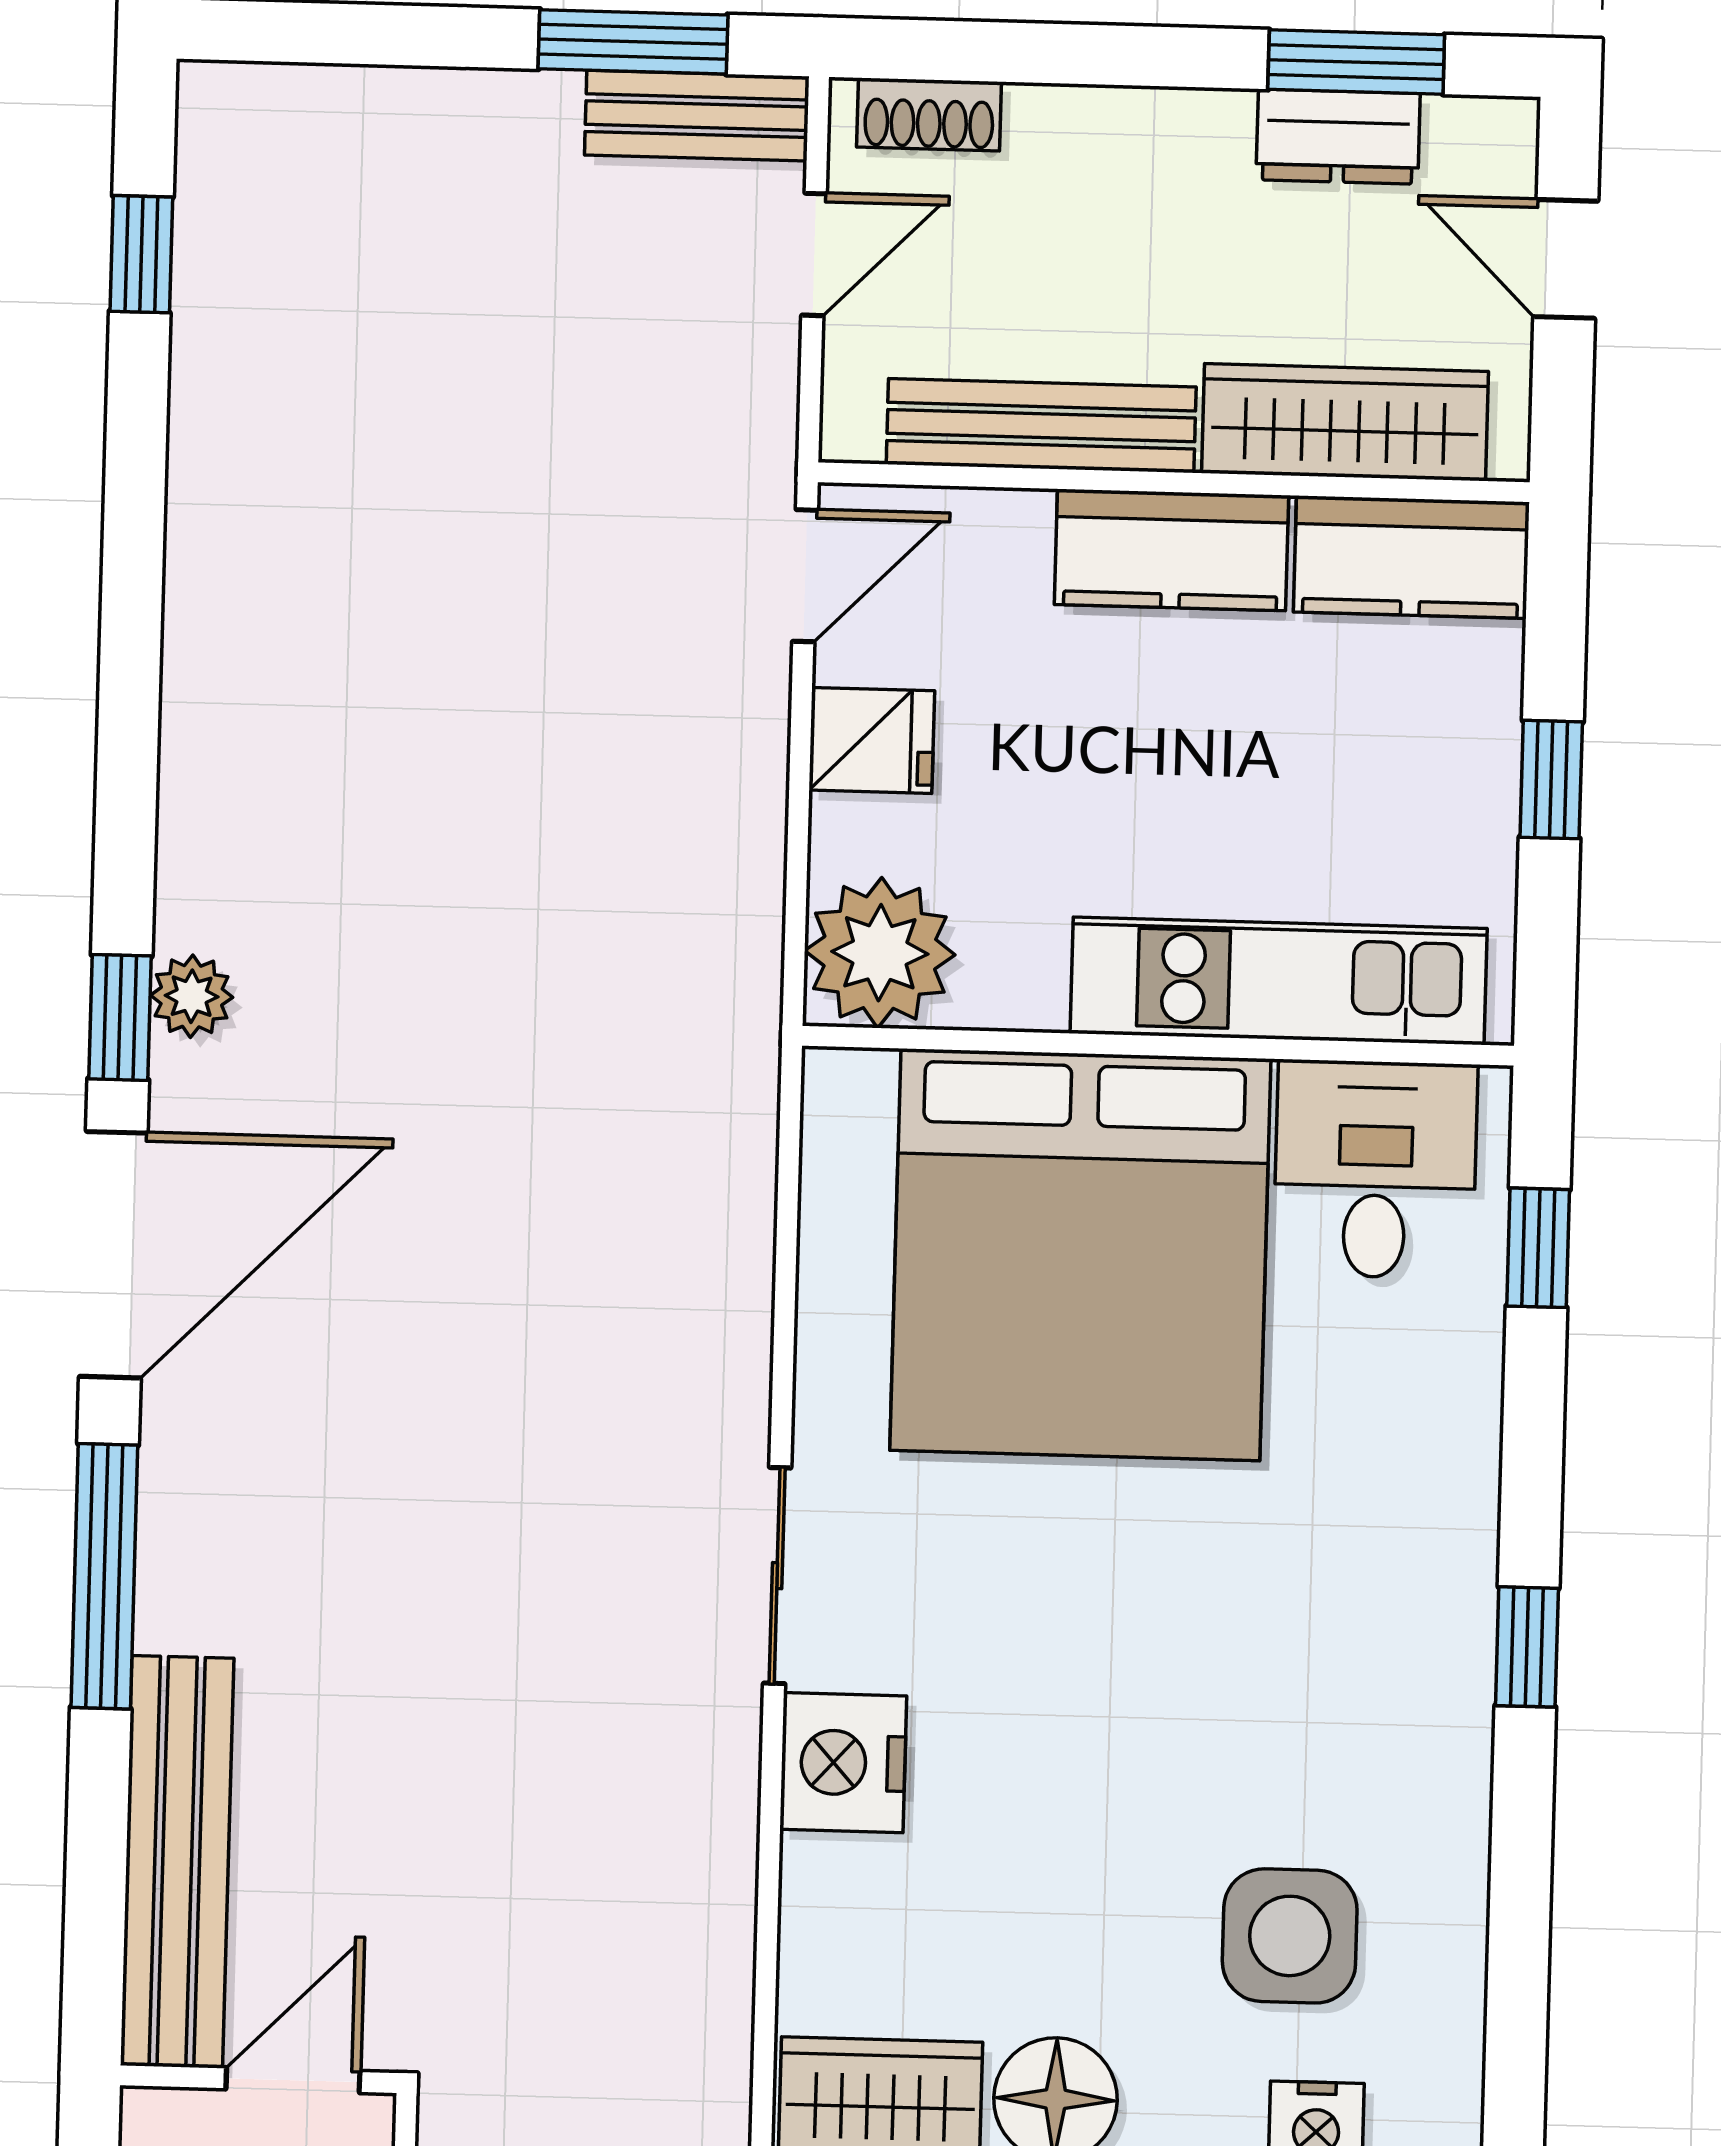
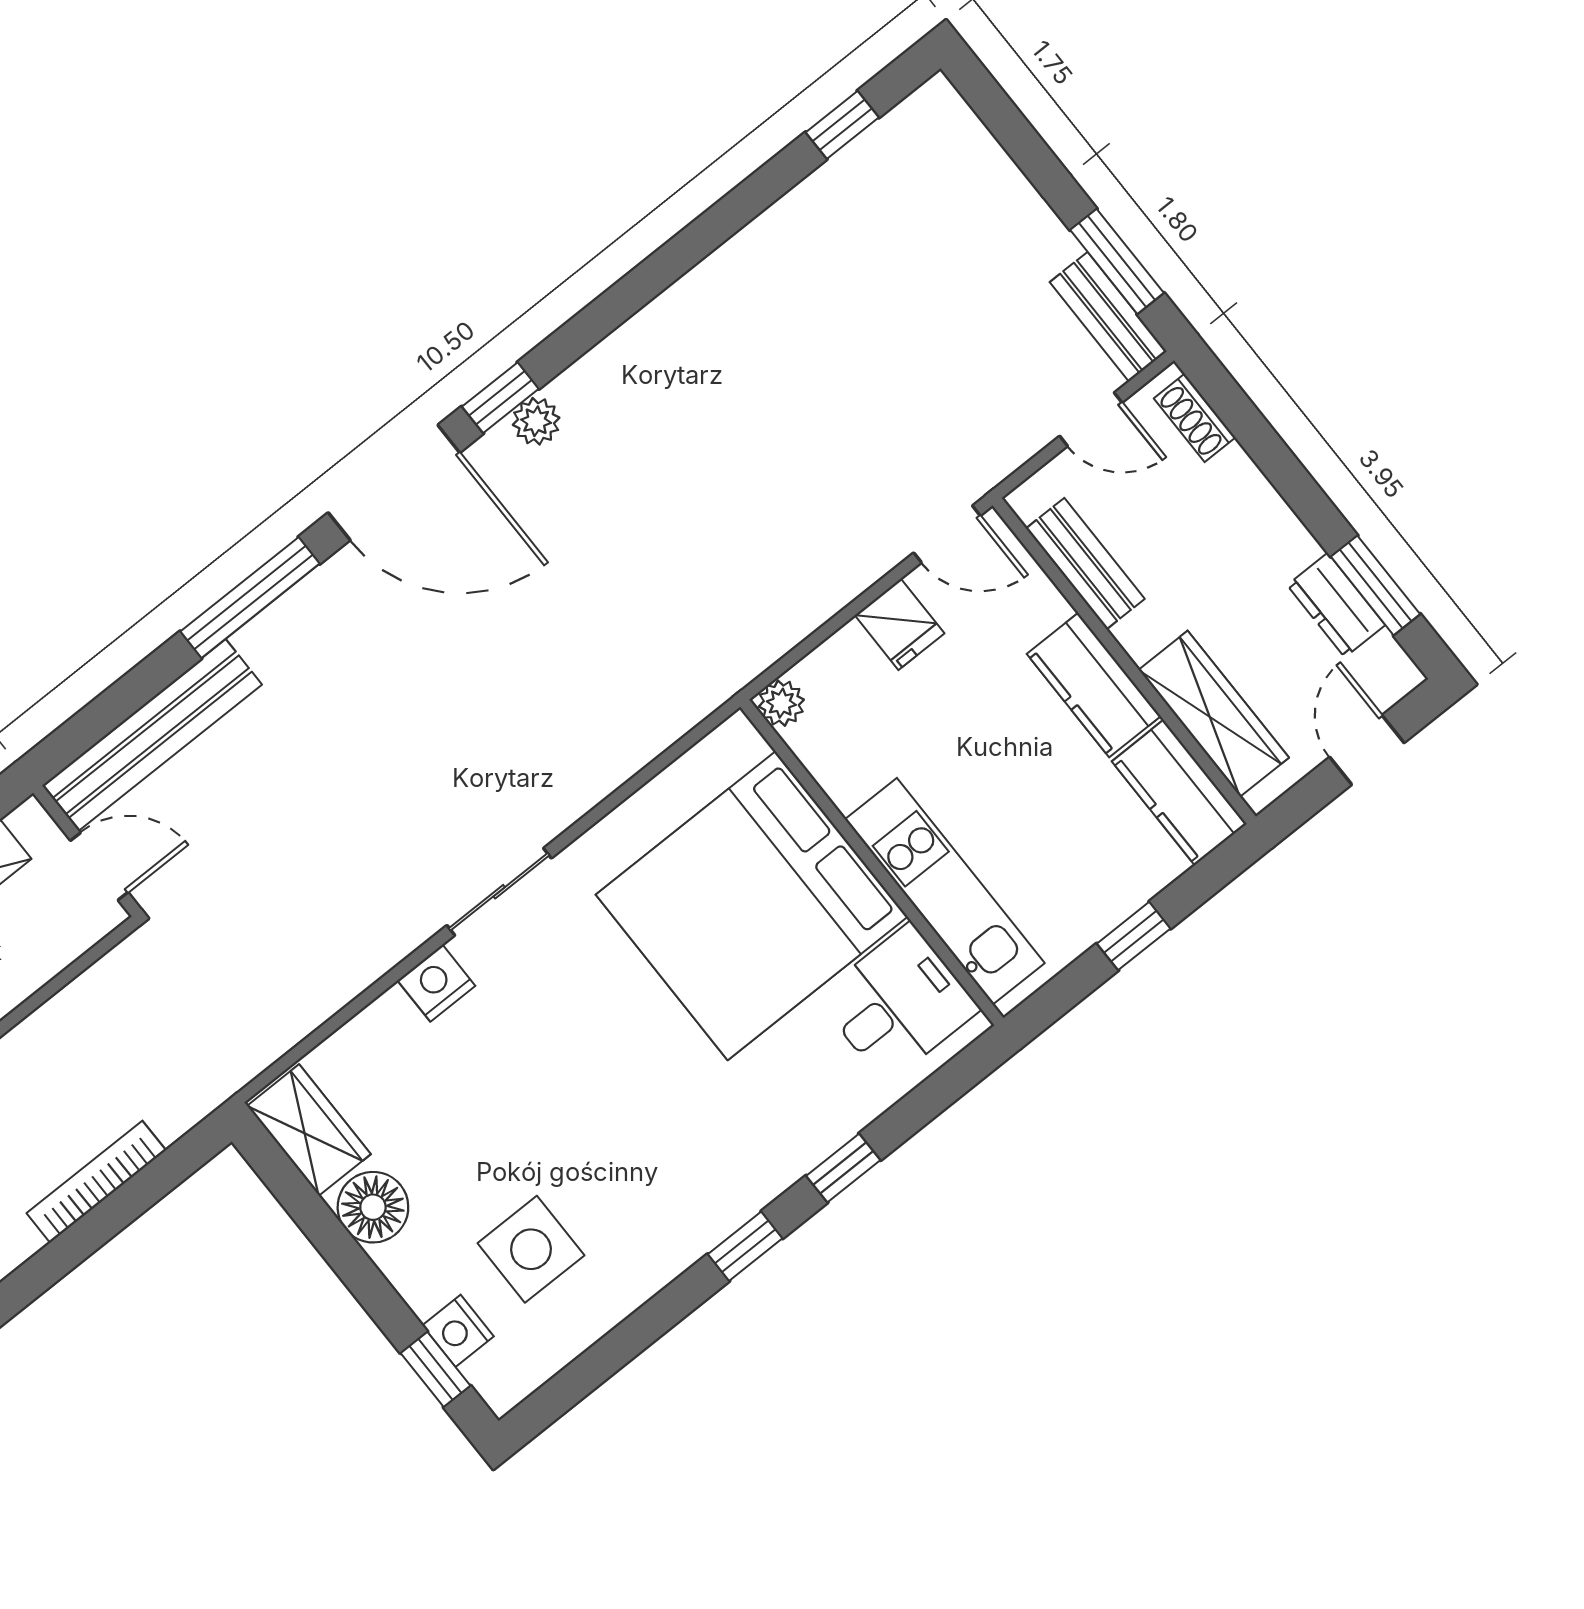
bench: (1041, 426) -> (1085, 564), width x0.73
plant: (880, 953) -> (781, 703), width x0.53, depth x0.53
window: (1538, 1248) -> (843, 1168), moved
nightstand: (843, 1763) -> (436, 983), width x0.74, depth x0.75

